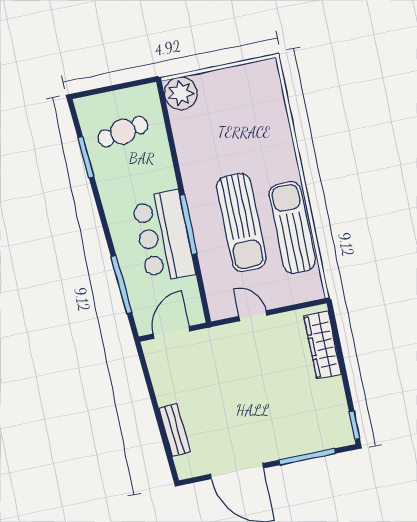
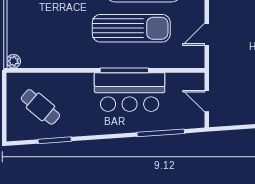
plant: (181, 93) -> (13, 61), width x0.53, depth x0.53
cafe table: (123, 132) -> (40, 107), turned -40
door: (171, 332) -> (207, 101), width x0.73

